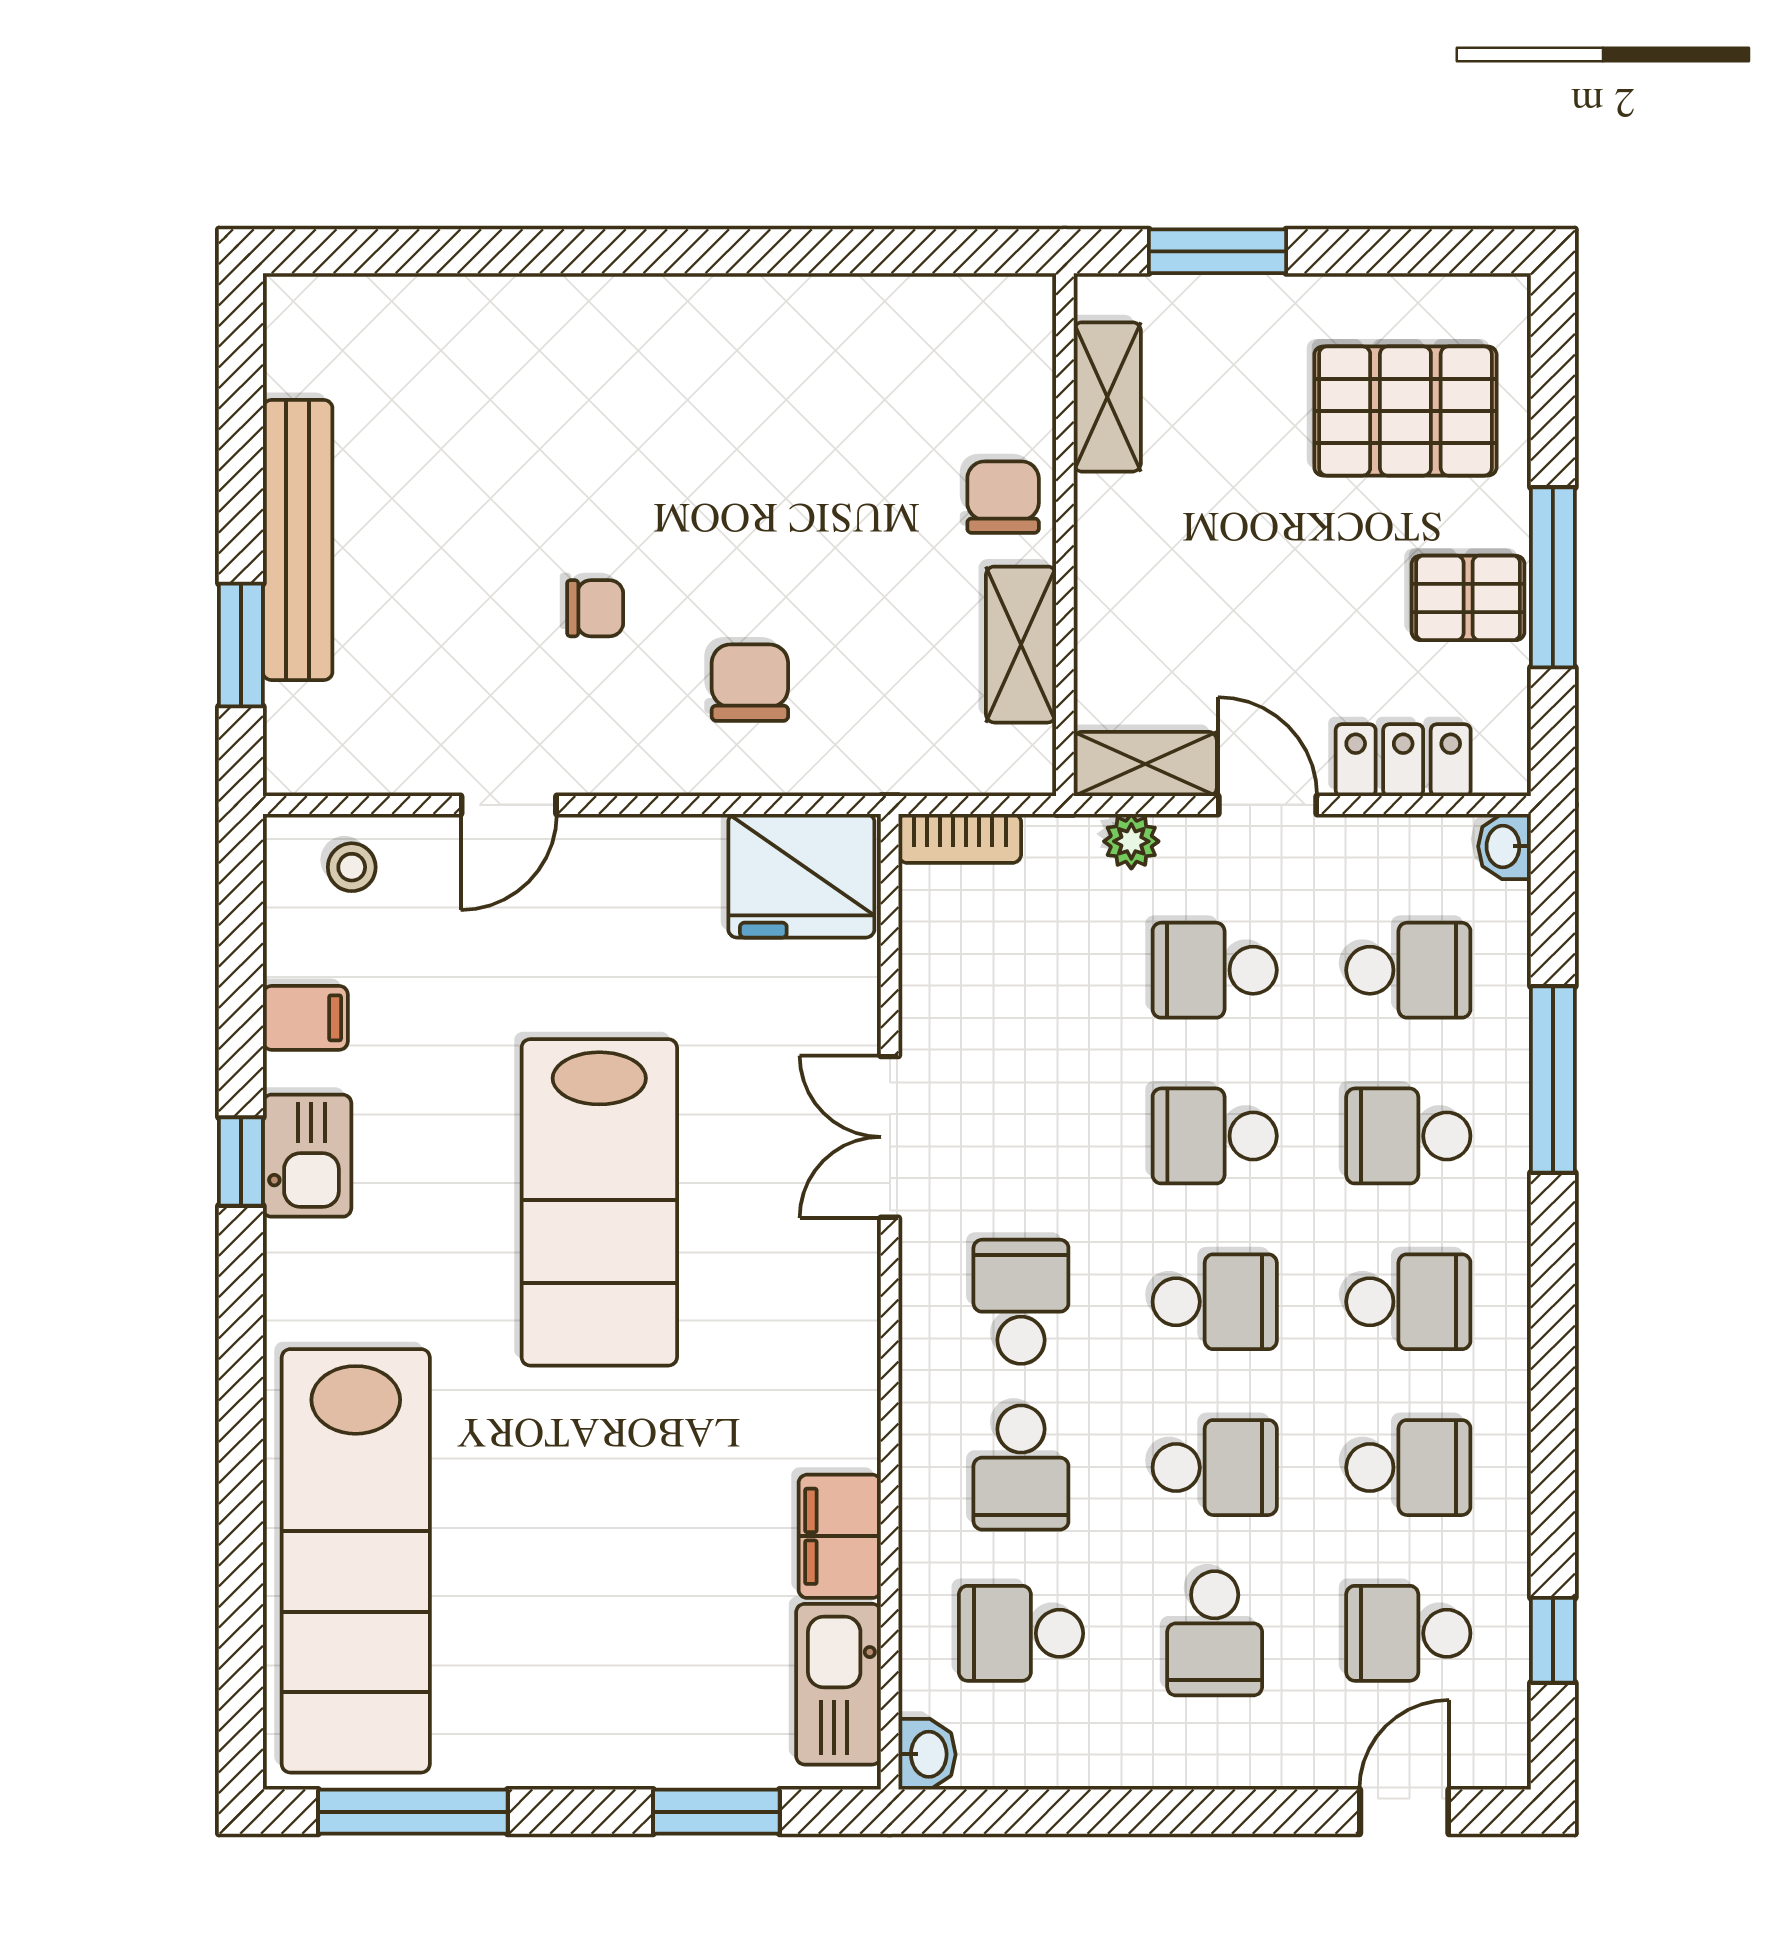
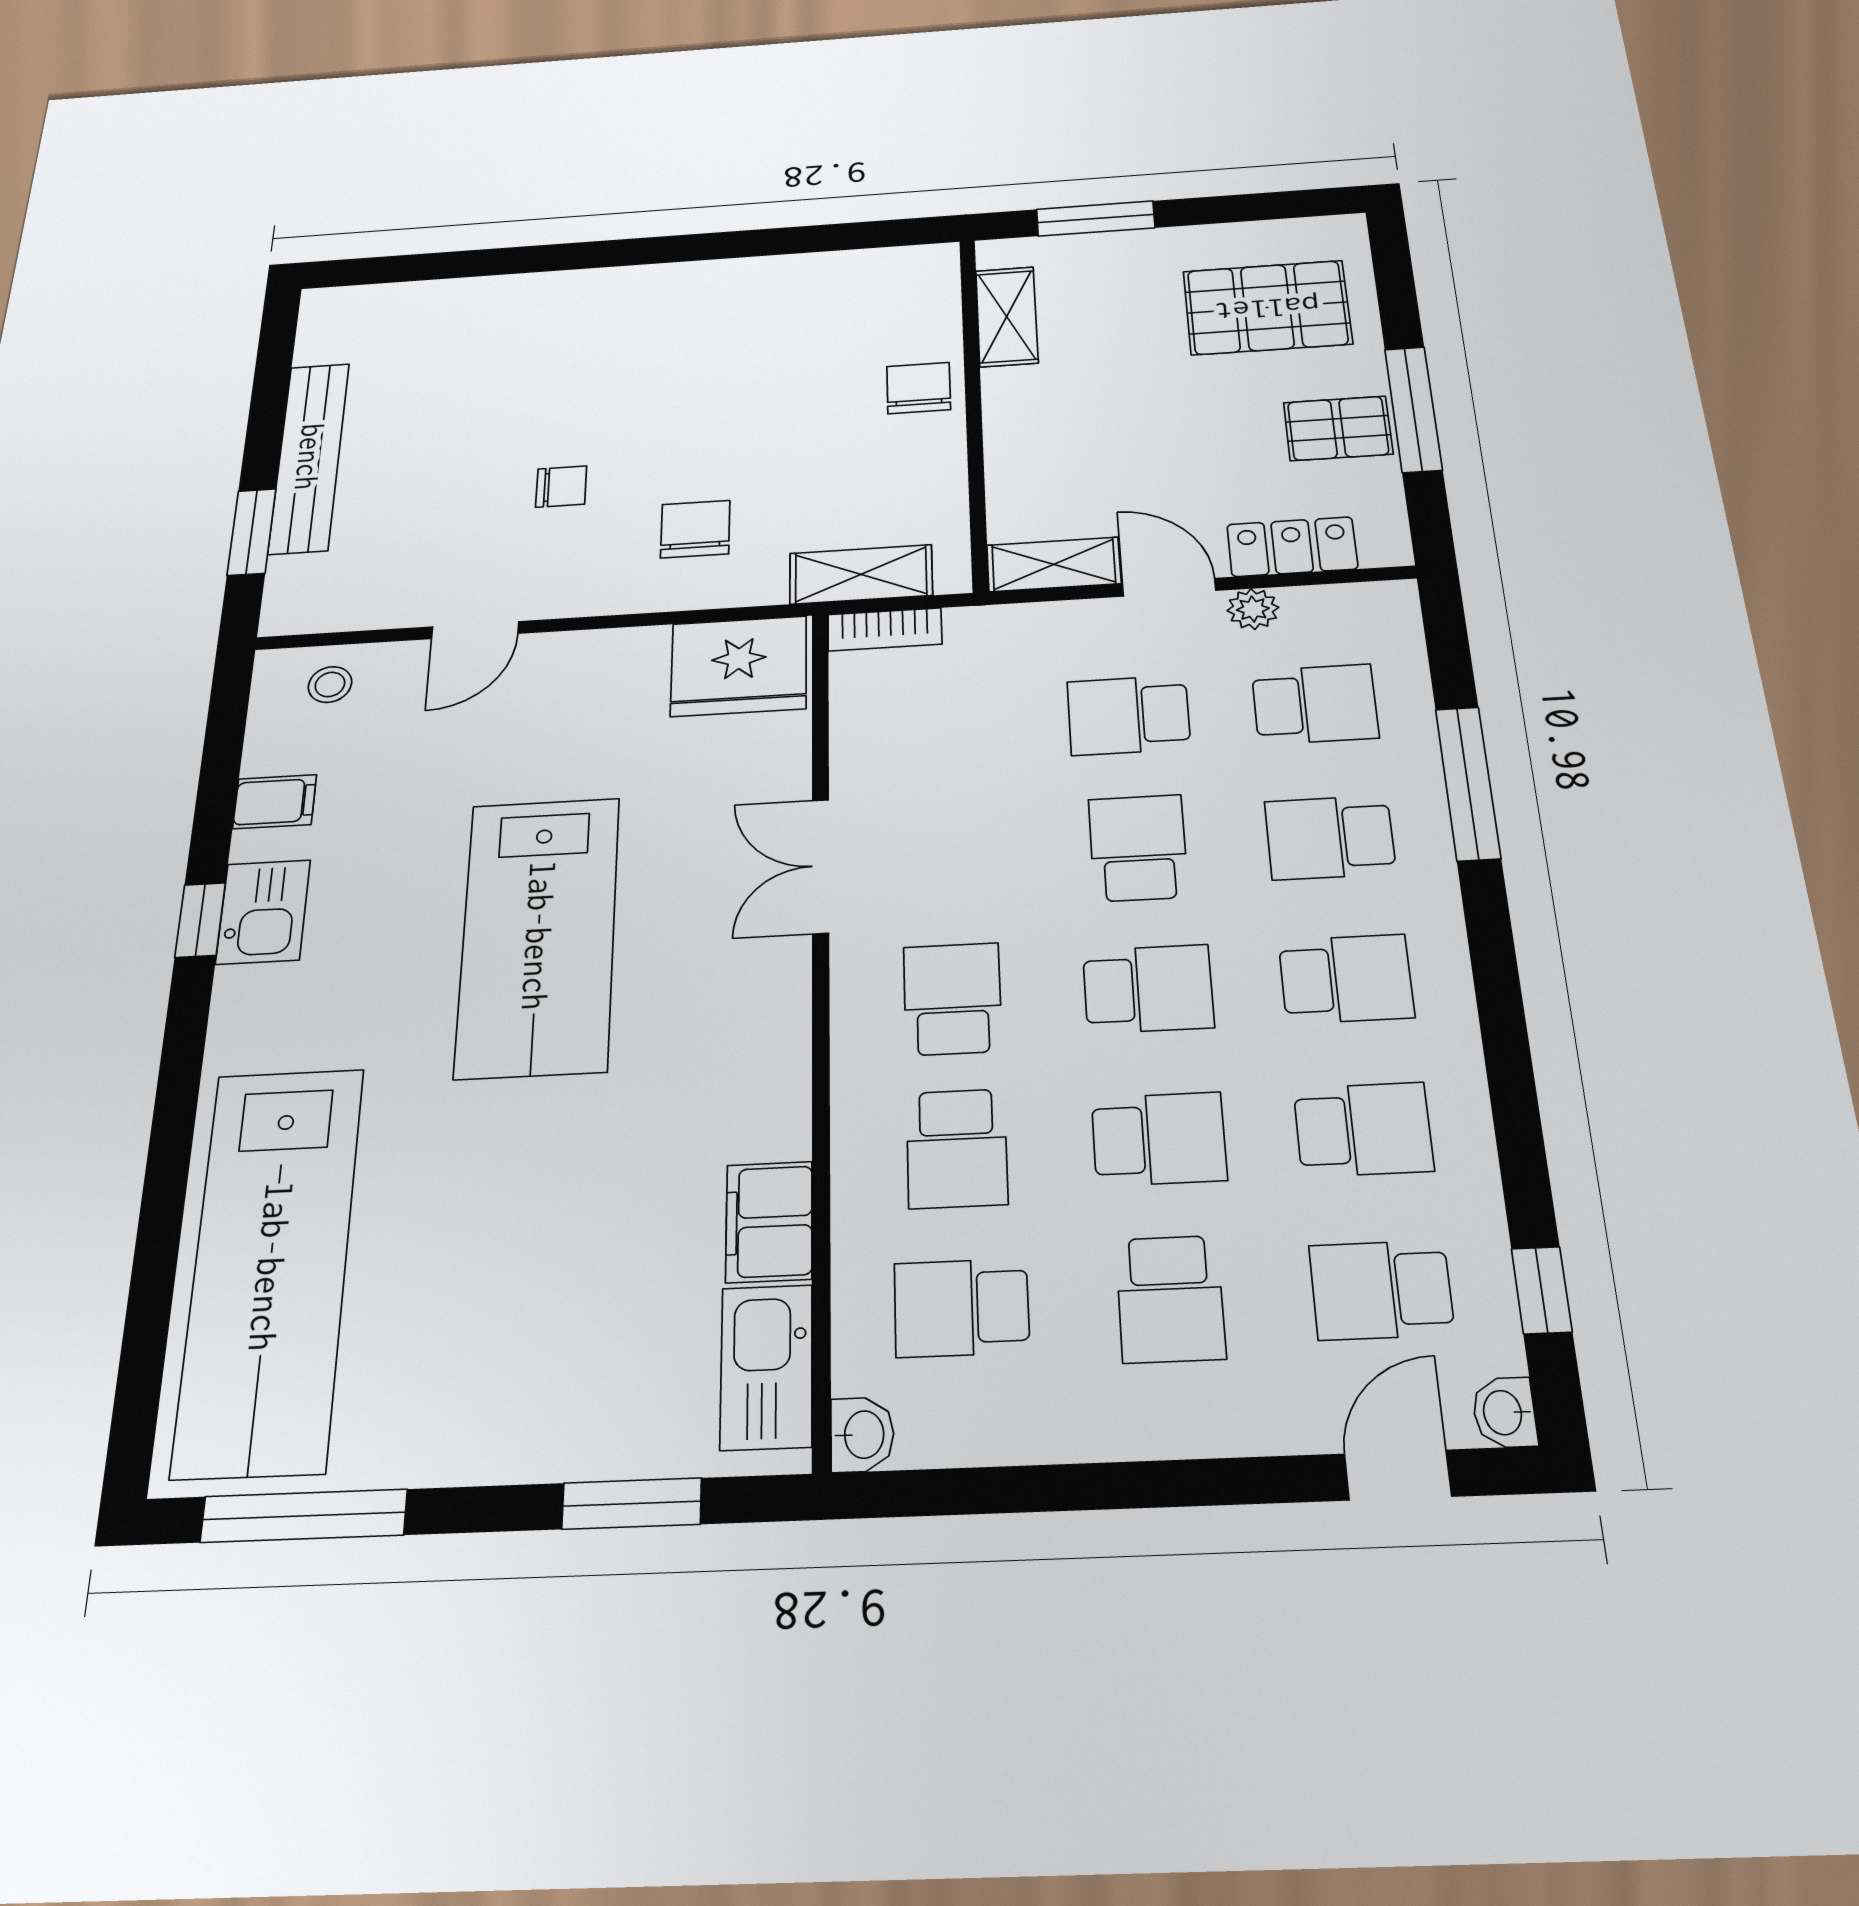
shelving: (1021, 645) -> (861, 574), moved, turned 90
plant: (1131, 841) -> (1253, 609), moved
washbasin: (1505, 846) -> (1504, 1413), moved
school desk: (1215, 1136) -> (1138, 848), turned 90

